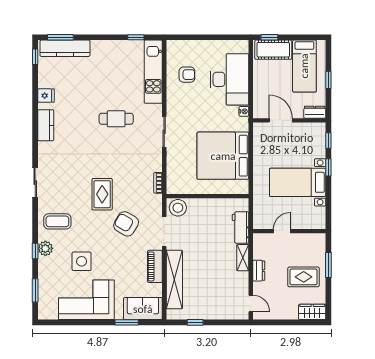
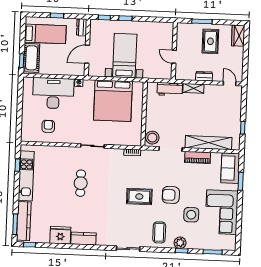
kitchen unit: (153, 72) -> (26, 176), moved, turned -90
fridge: (46, 96) -> (60, 235), width x1.88, depth x1.34
bed with nightstands: (298, 182) -> (125, 56), moved, turned 180
armchair: (126, 224) -> (171, 195), moved, turned 60
door: (251, 303) -> (230, 84), hinge flipped

